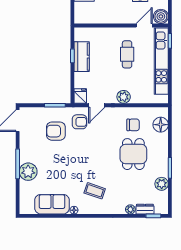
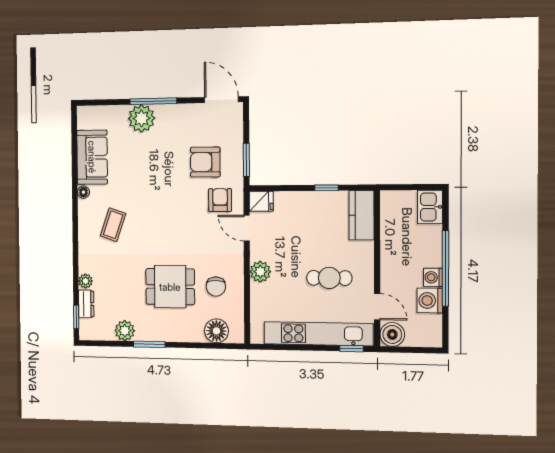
kitchen counter: (82, 57) -> (362, 215), moved, turned 90
armchair: (79, 122) -> (220, 200), turned 180
armchair: (56, 131) -> (205, 162), turned -90

